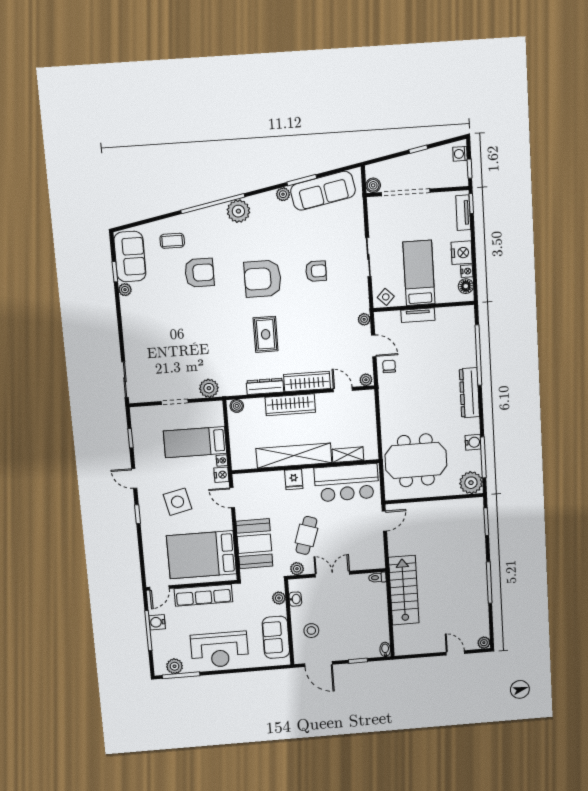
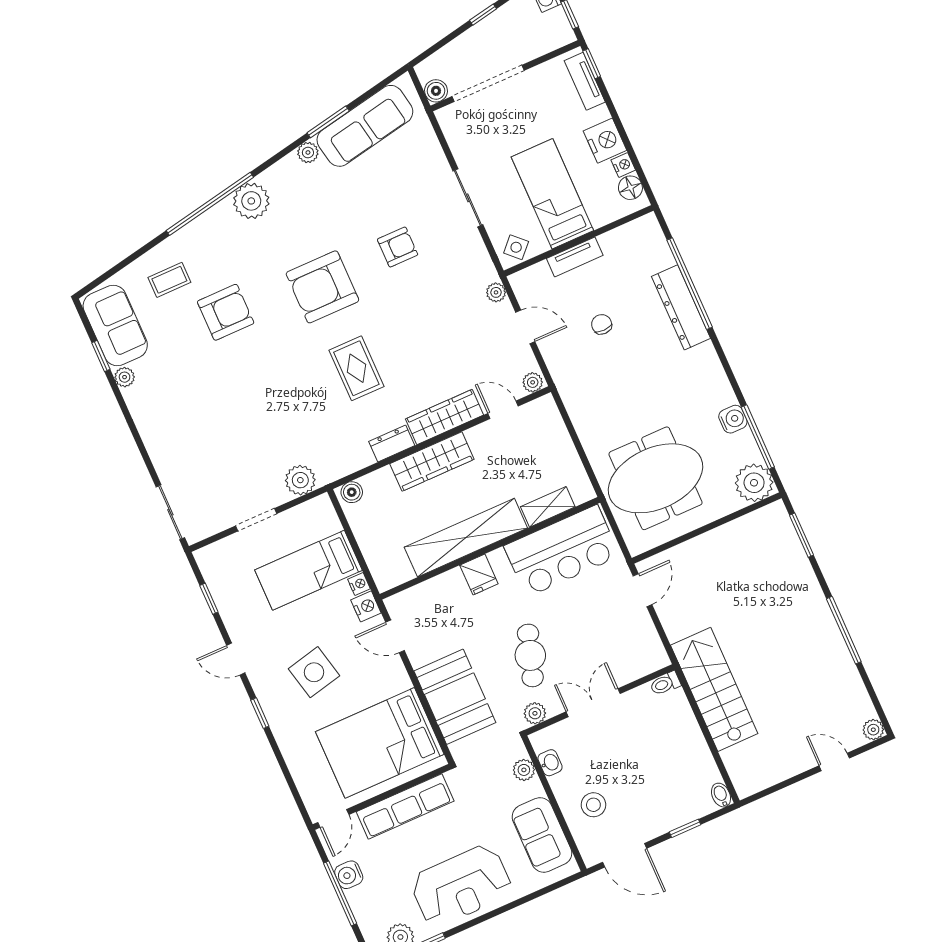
chair: (389, 366) -> (602, 324), moved
dresser: (265, 386) -> (392, 443), width x0.70
dresser: (469, 393) -> (681, 307), moved

